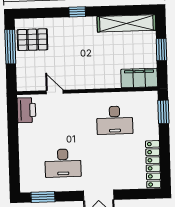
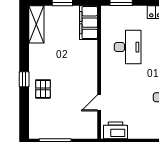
shelving: (126, 23) -> (36, 24), width x0.68
pallet: (32, 40) -> (43, 89), moved, width x0.67, depth x0.71

